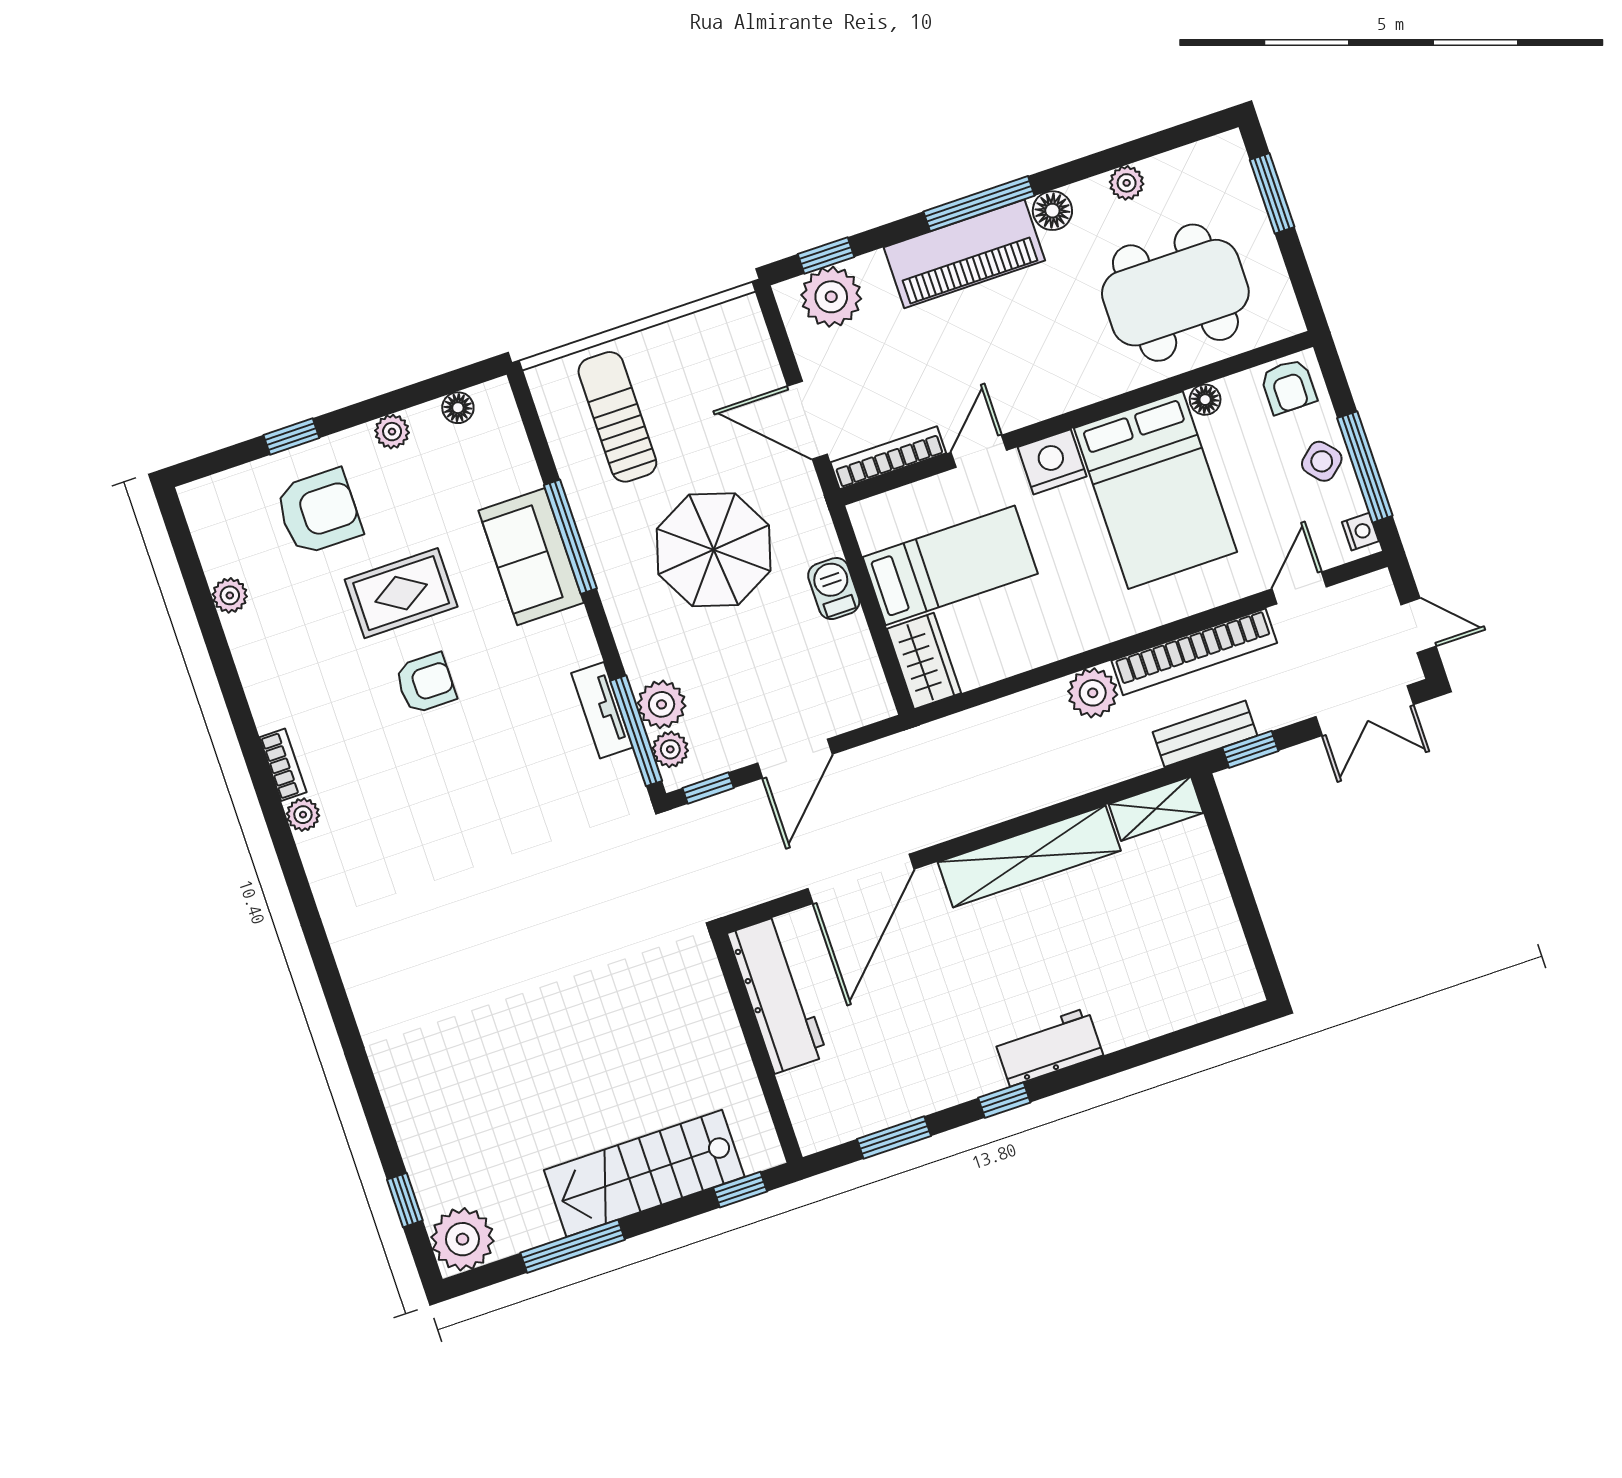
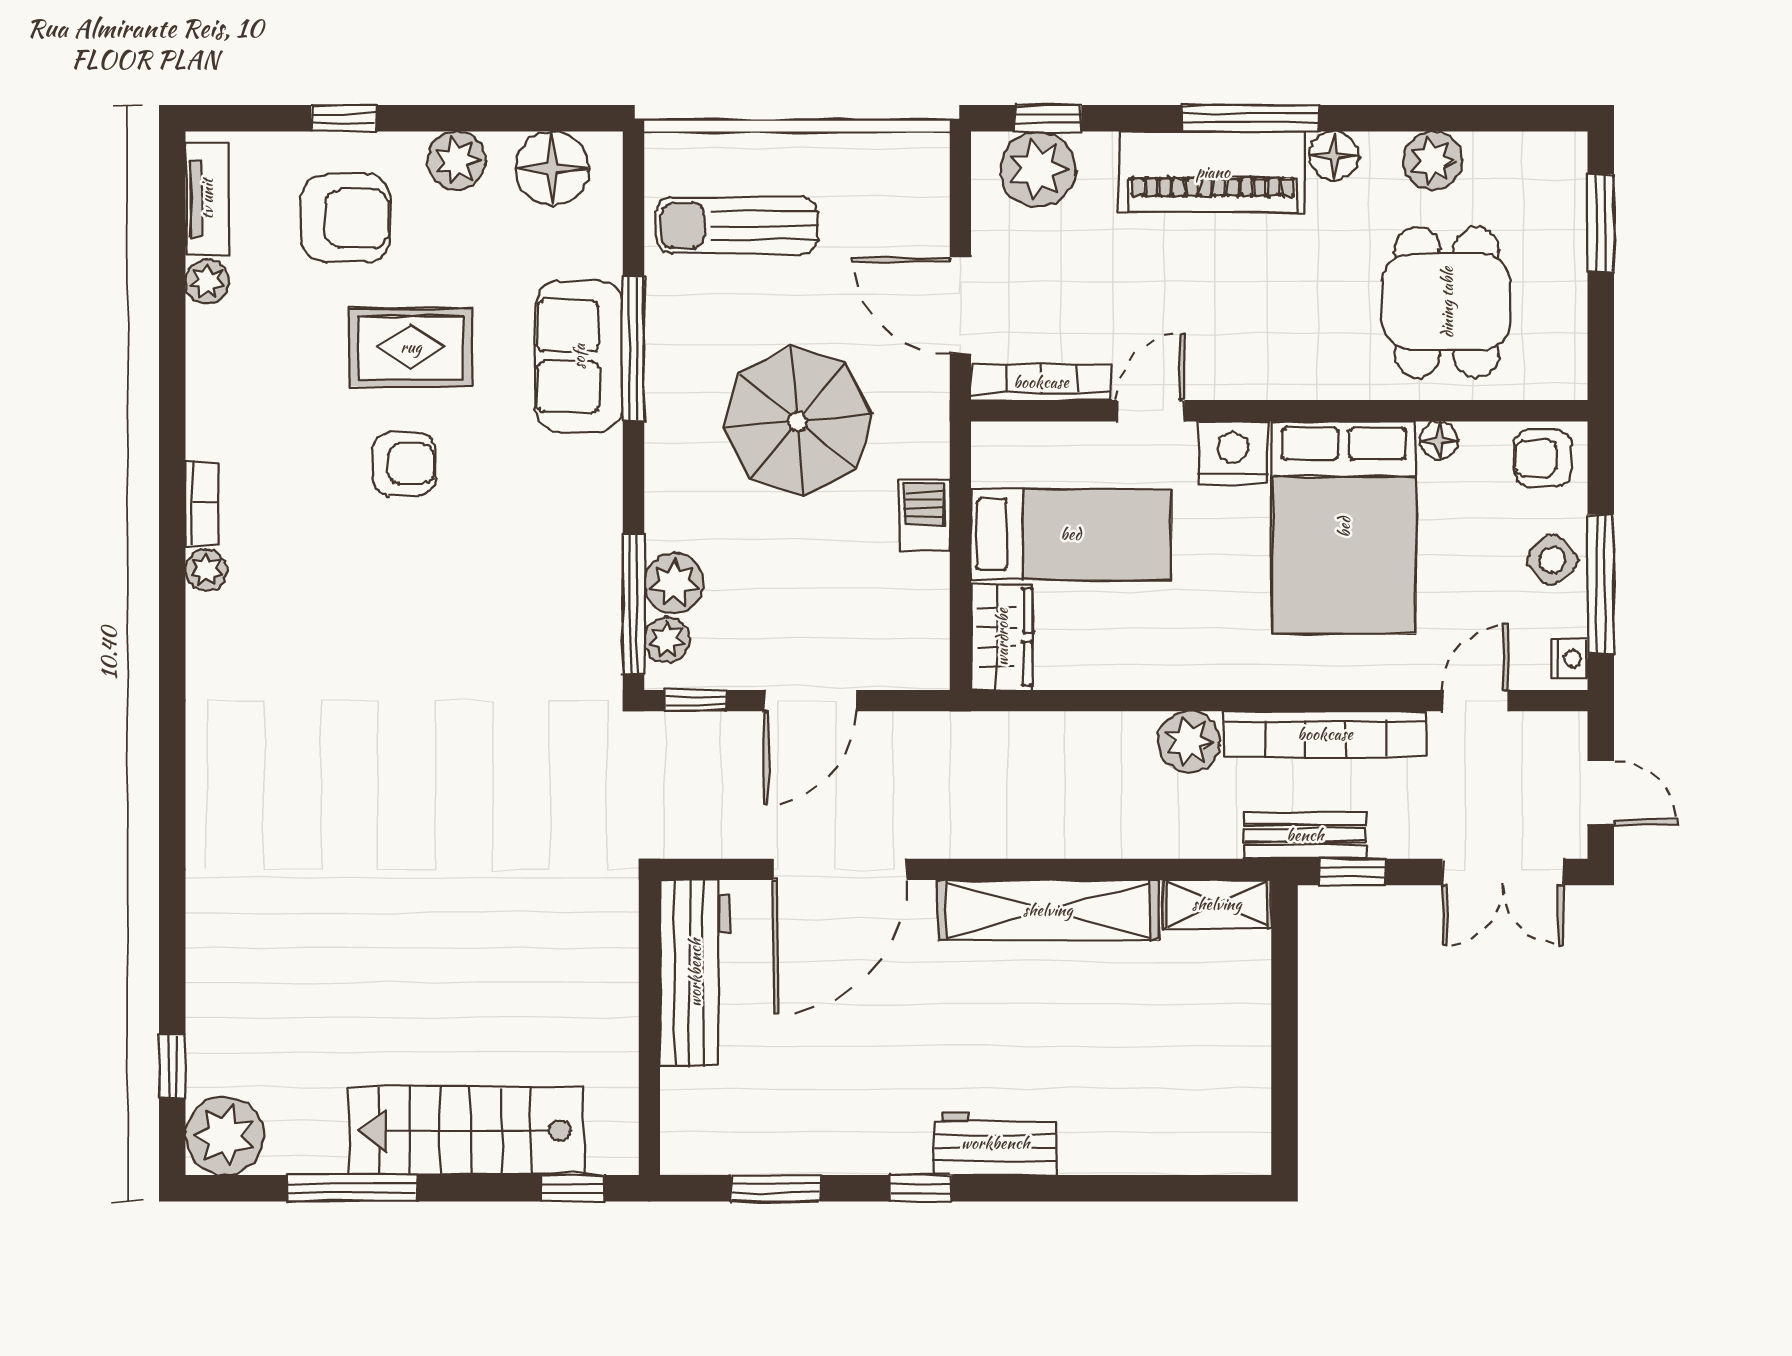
plant: (1127, 183) -> (1433, 161), width x1.38, depth x1.38
dining table: (1175, 293) -> (1447, 302), width x0.73
armchair: (1288, 386) -> (1543, 458), turned 90
floor lamp: (458, 408) -> (552, 168), width x1.89, depth x1.89
sun lounger: (617, 417) -> (737, 226), turned -90
plant: (392, 432) -> (457, 161), width x1.38, depth x1.38
tv unit: (602, 710) -> (207, 199), moved, turned 180

